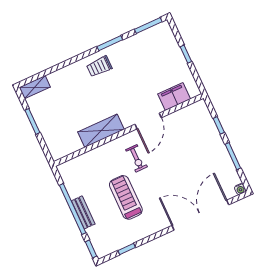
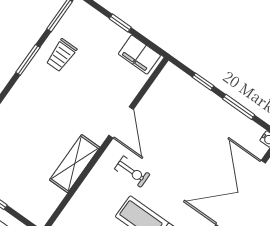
trolley: (99, 66) -> (61, 55), moved
filing cabinet: (174, 96) -> (139, 55), moved, turned -90

